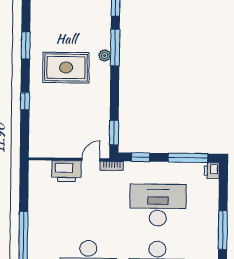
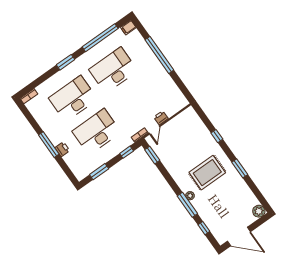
window: (188, 158) -> (99, 172), width x0.69
printer: (67, 171) -> (161, 118), width x0.53, depth x0.68
printer: (212, 171) -> (62, 149), moved
desk: (158, 205) -> (97, 132), turned 180

